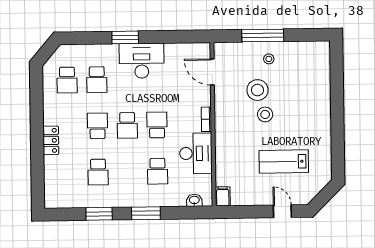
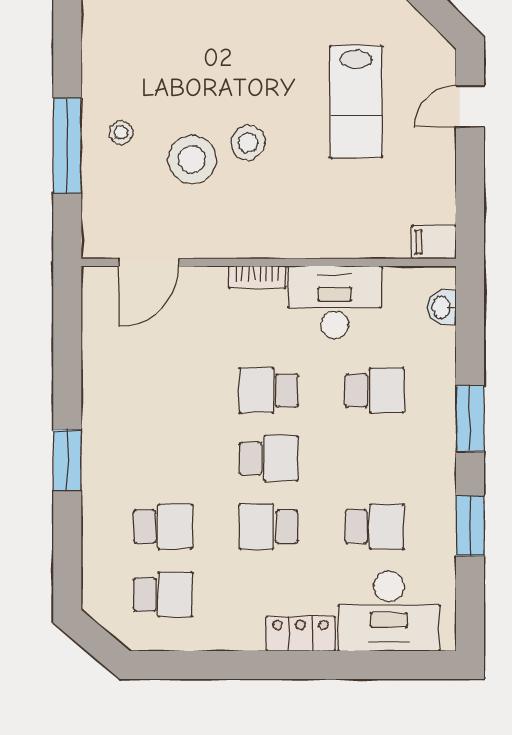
desk: (142, 61) -> (389, 611), moved, turned -90

